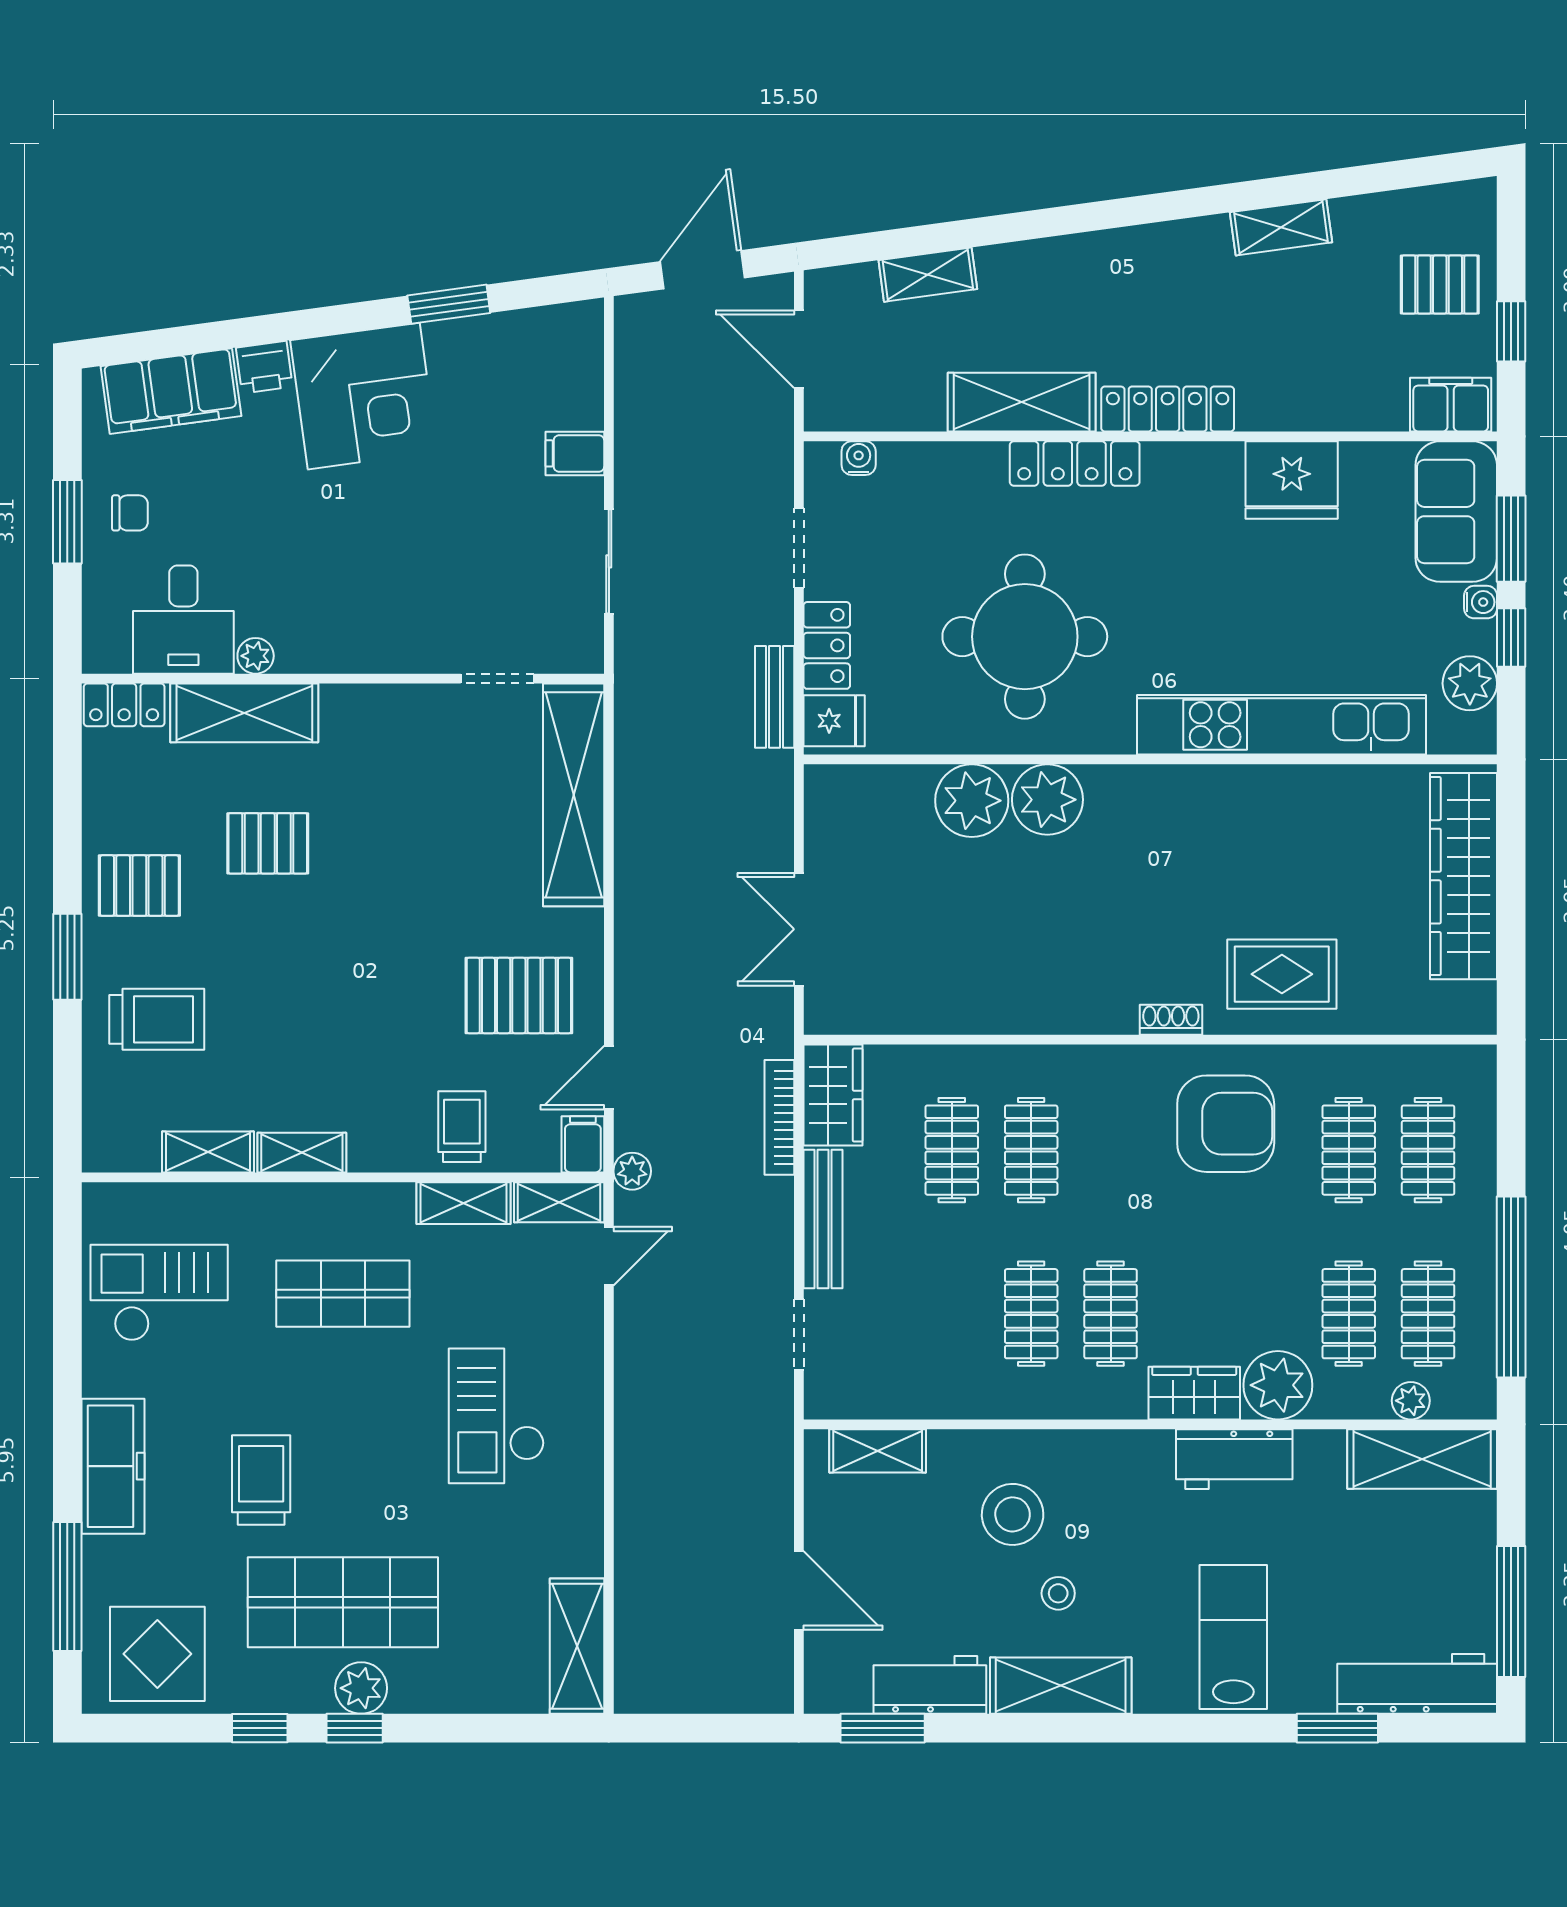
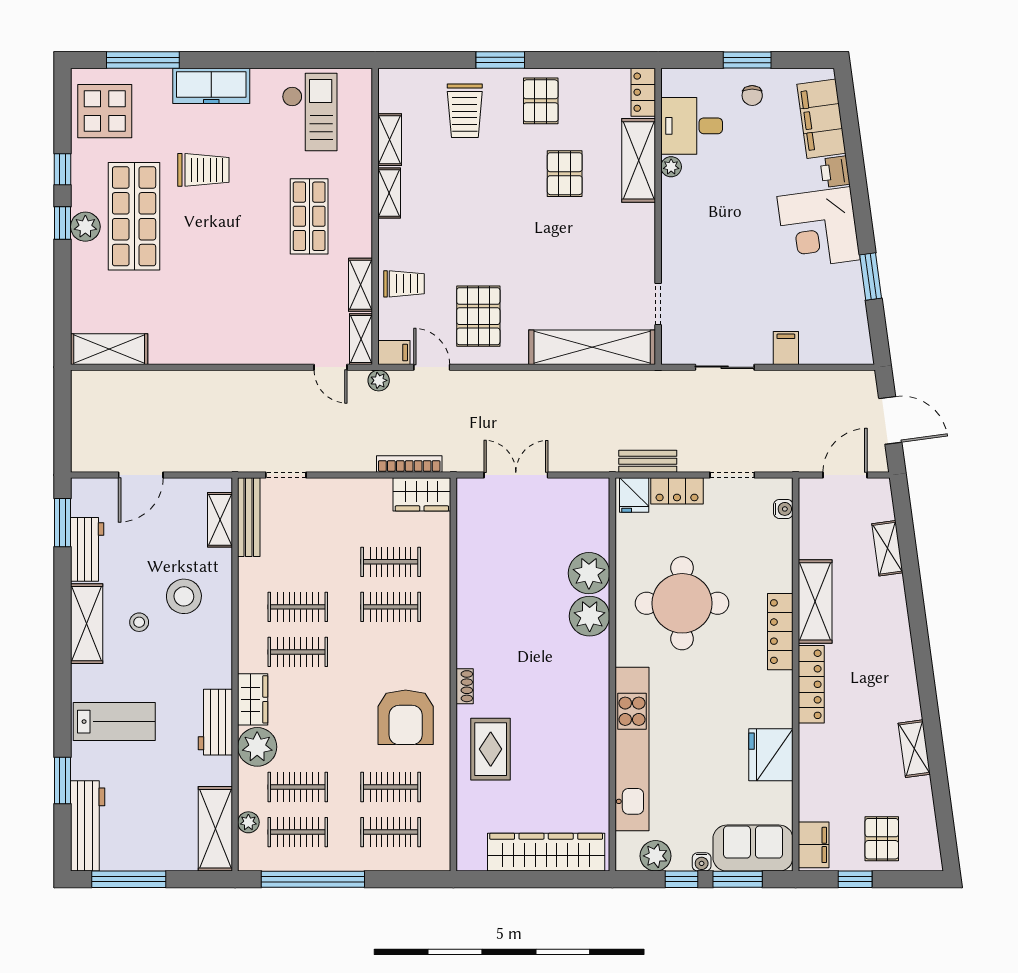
bench: (823, 1219) -> (249, 517), moved, turned 90
checkout: (496, 1416) -> (240, 303), removed

